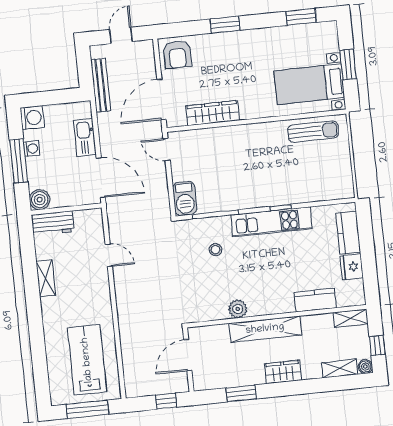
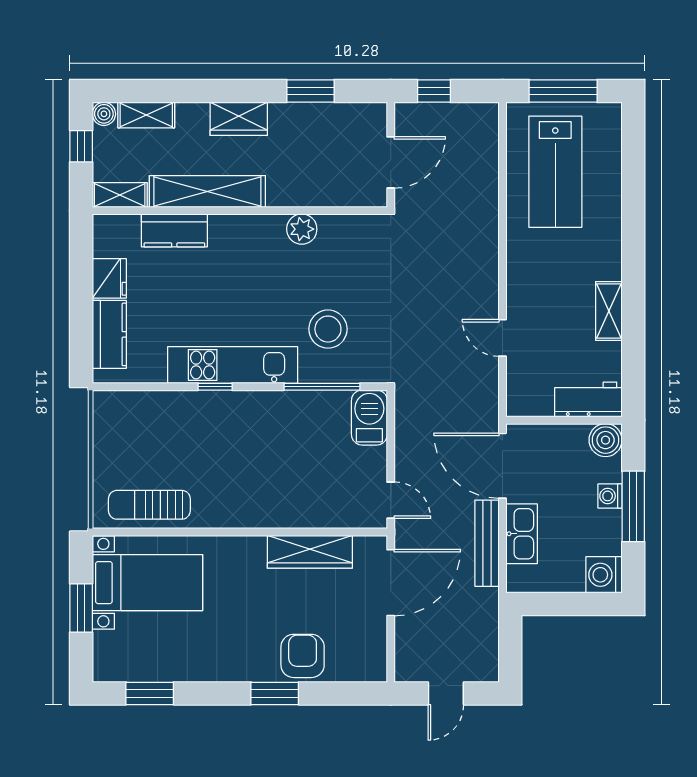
armchair: (177, 55) -> (303, 656), moved
bench: (101, 85) -> (487, 543), moved
washing machine: (32, 149) -> (610, 496), moved
stool: (216, 250) -> (328, 329), width x1.89, depth x1.89
shelving: (265, 329) -> (207, 191), moved

